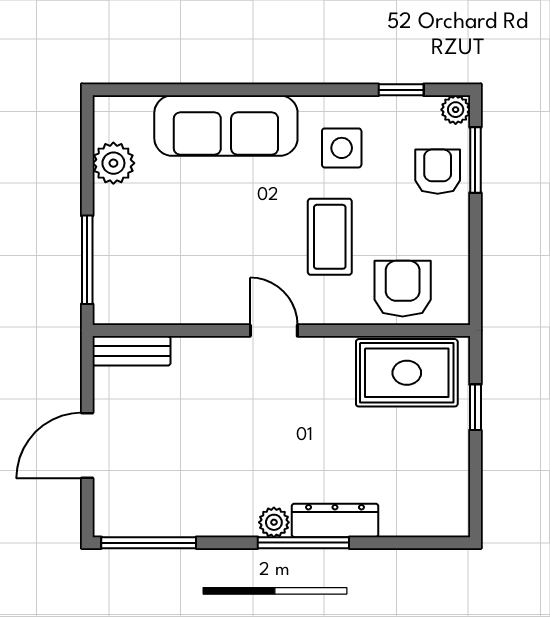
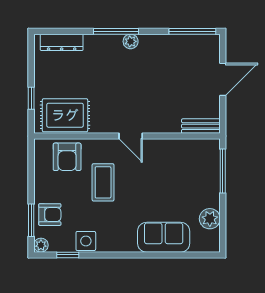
sofa: (226, 126) -> (164, 237), width x0.73
side table: (342, 148) -> (86, 241), moved
armchair: (438, 172) -> (50, 215), turned -90
dresser: (335, 520) -> (62, 42), moved

